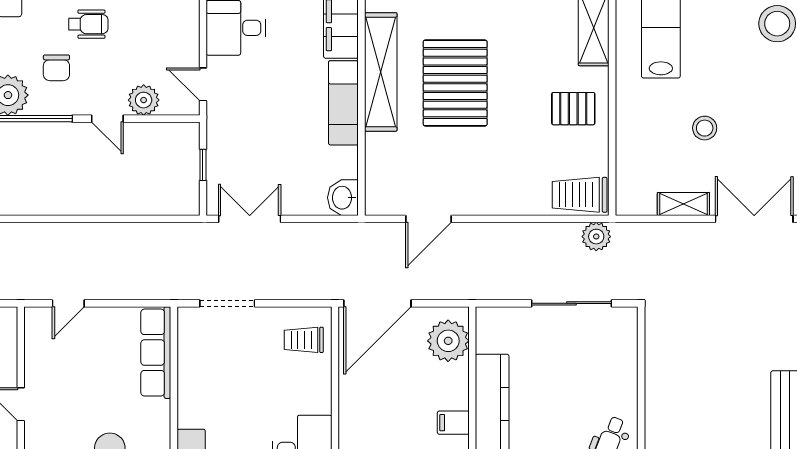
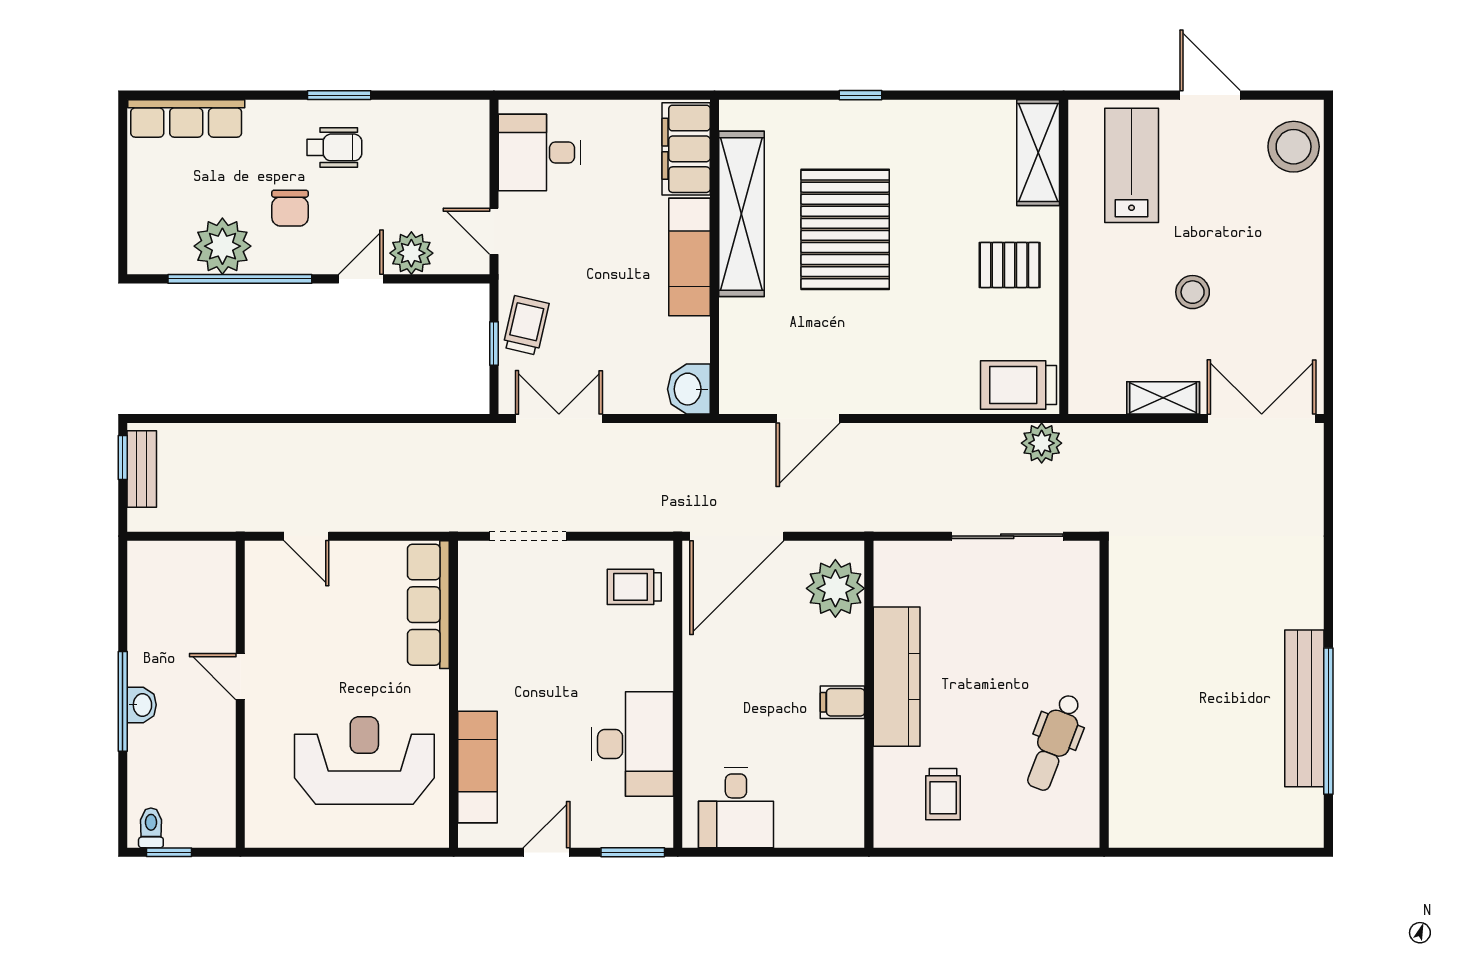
door: (107, 119) -> (361, 279), swing flipped
trolley: (226, 152) -> (526, 325), added
door: (68, 303) -> (306, 536), hinge flipped

